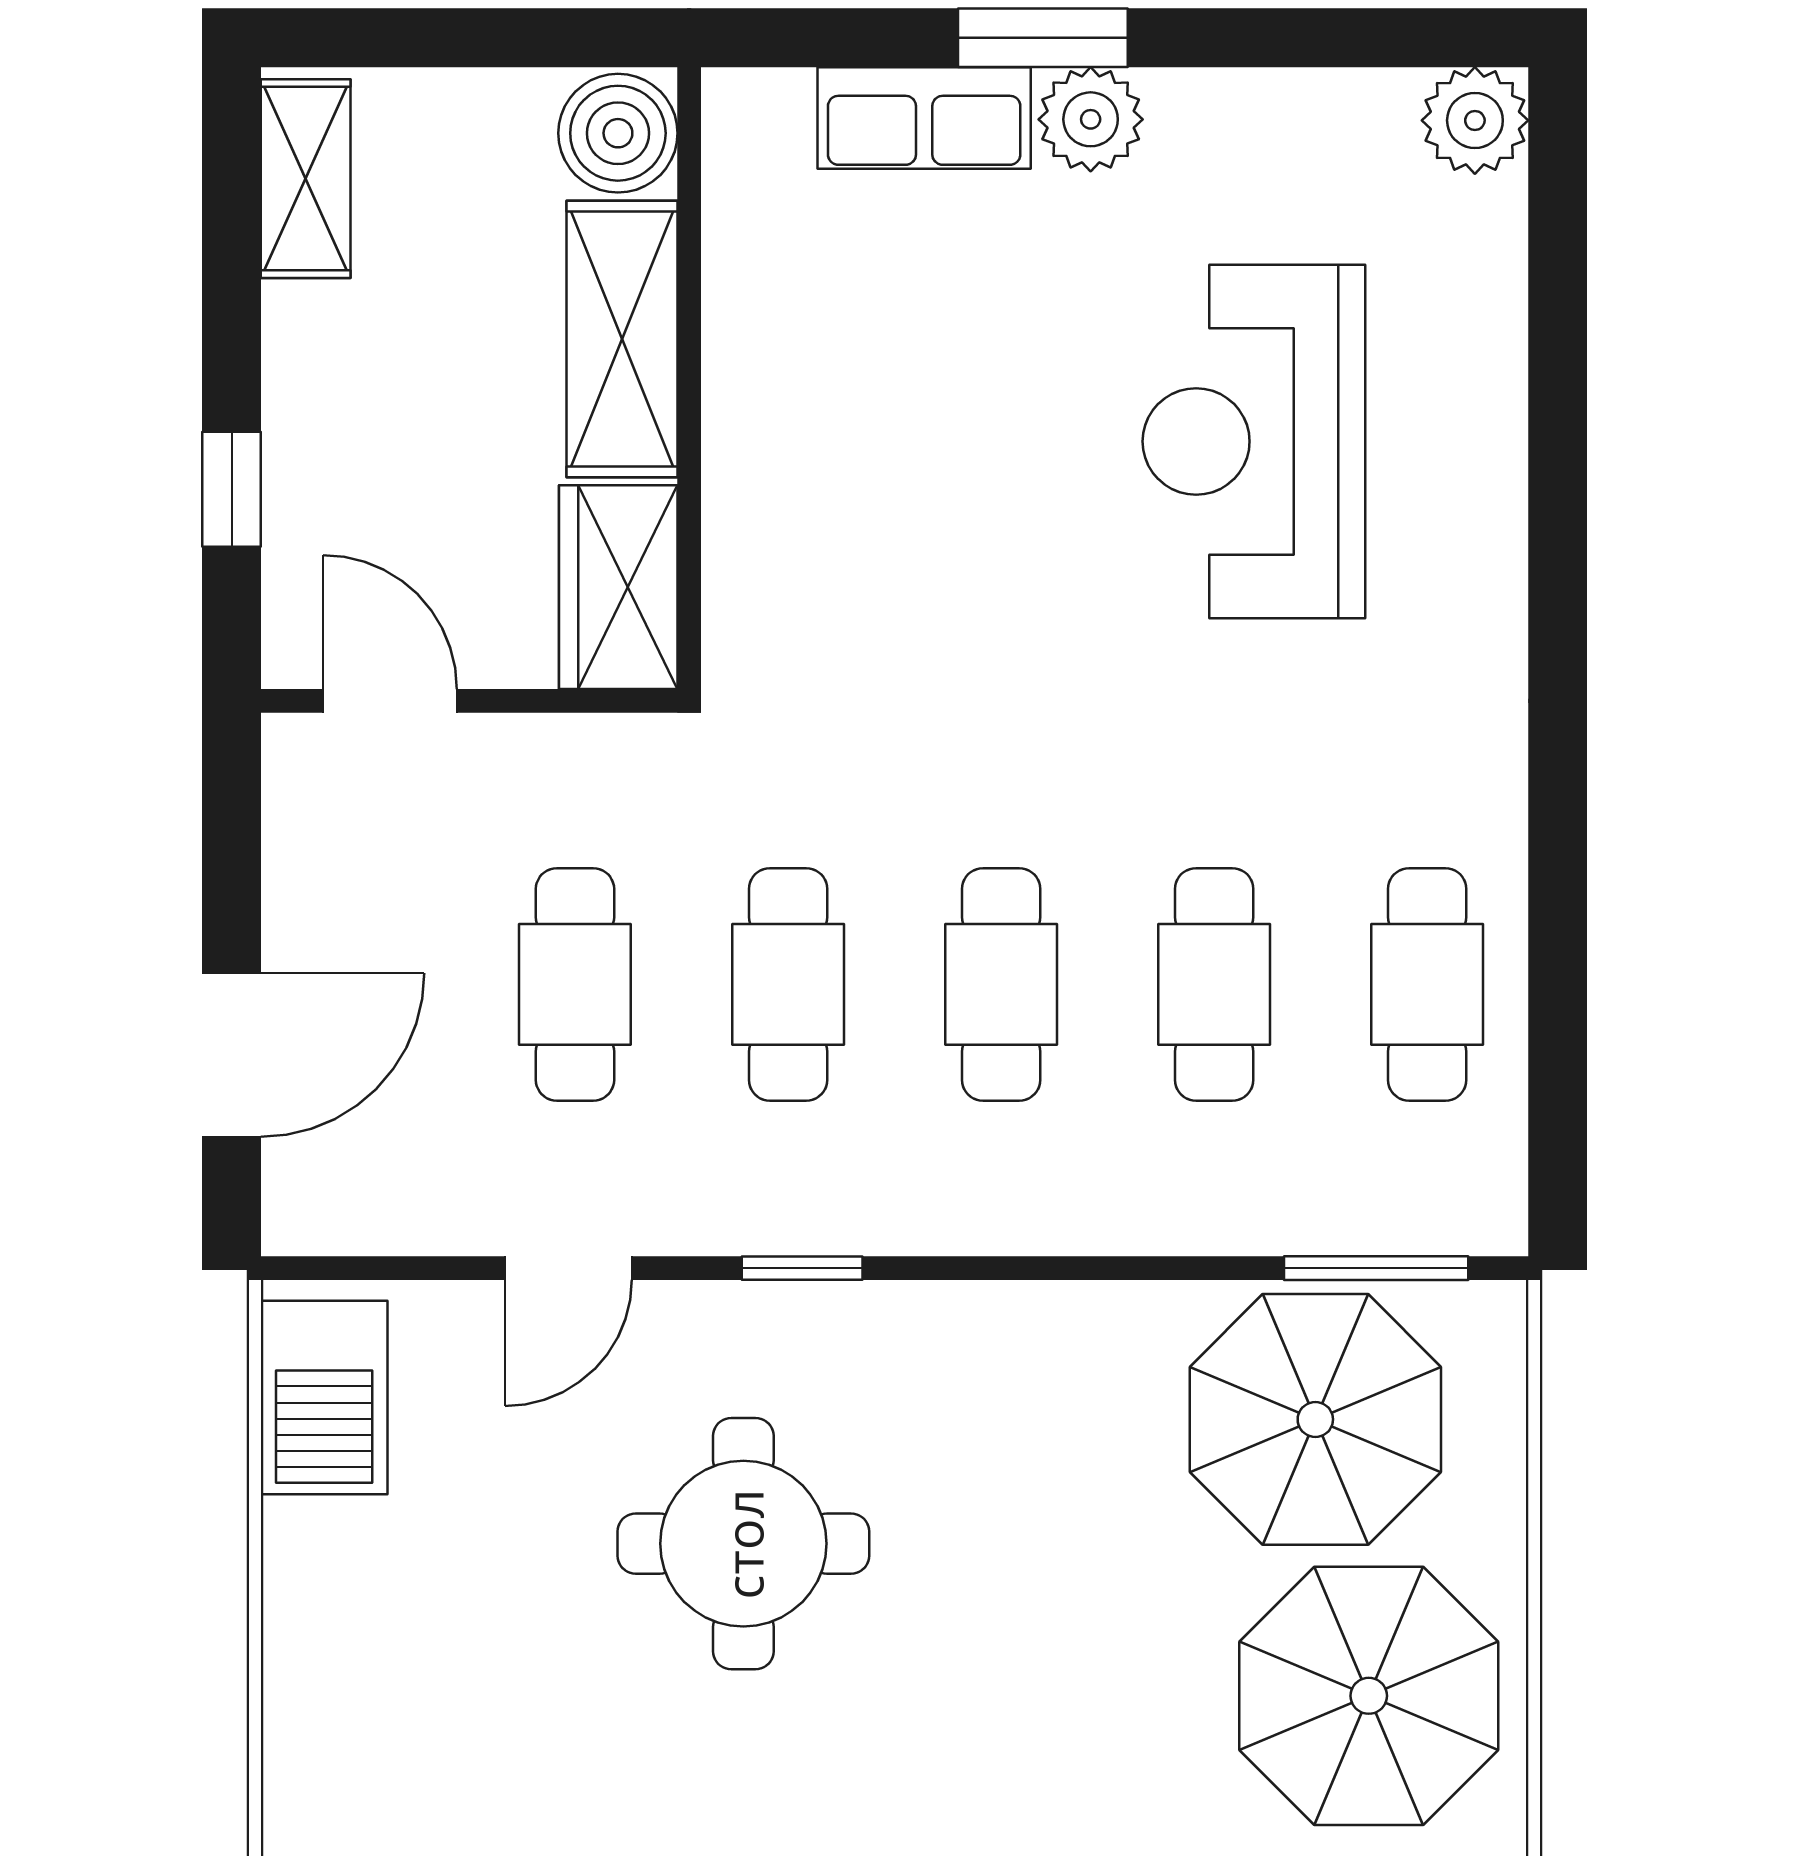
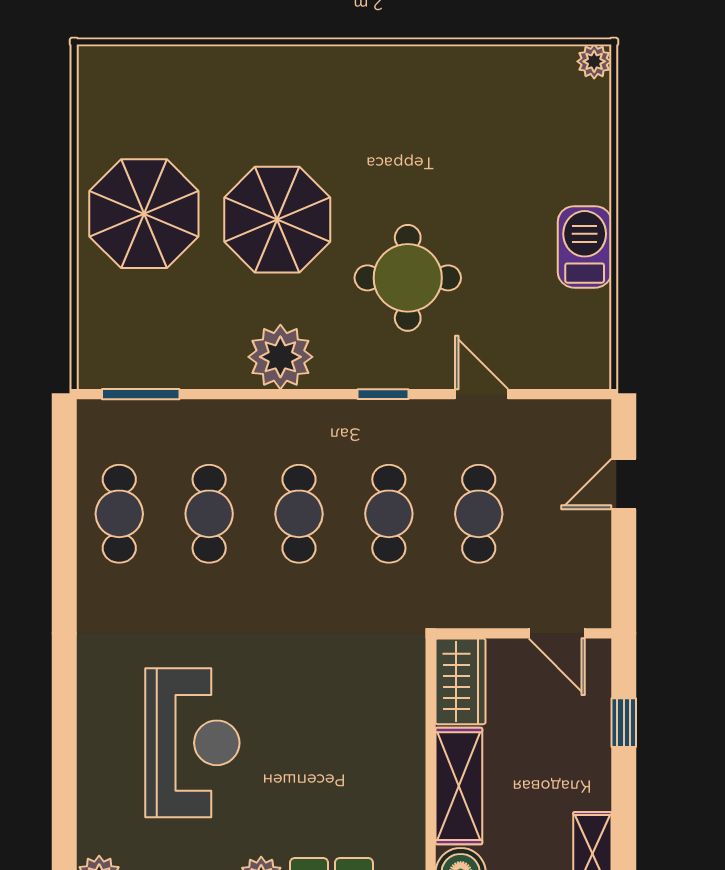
door: (232, 1055) -> (624, 484), width x0.73
door: (568, 1268) -> (482, 394), hinge flipped
plant: (1045, 1356) -> (280, 357), added
barbecue: (324, 1398) -> (585, 247), moved
parasol: (1315, 1419) -> (277, 220), moved

